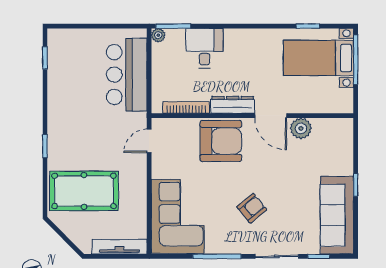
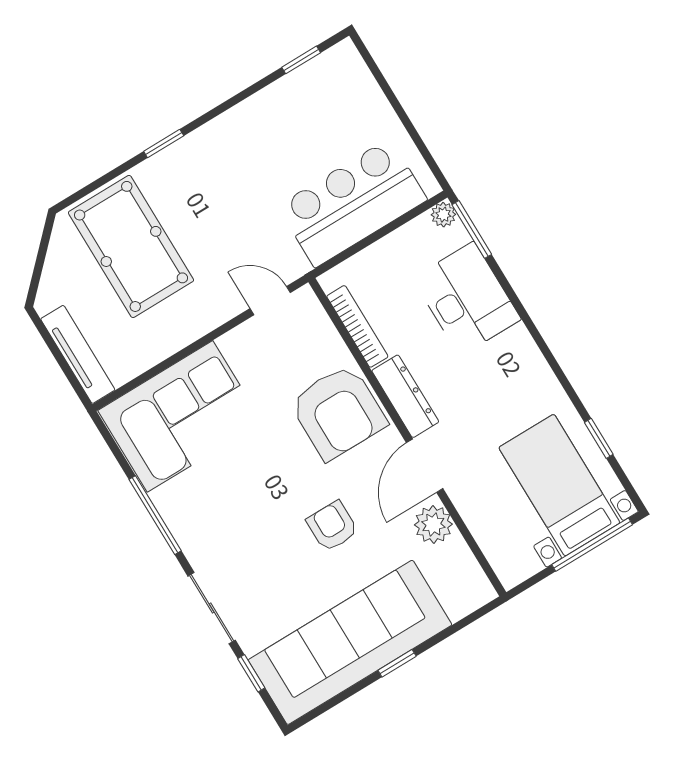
desk: (204, 48) -> (467, 299), width x1.37
armchair: (252, 208) -> (332, 526), moved, turned -141
sofa: (337, 215) -> (350, 642), width x1.36, depth x1.27

